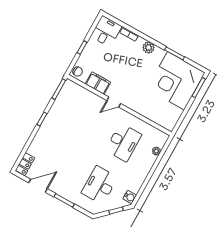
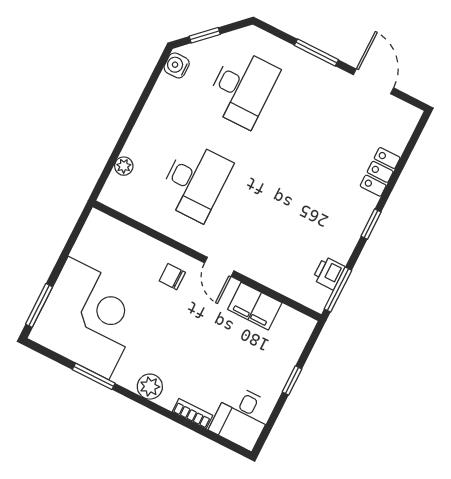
chair: (78, 72) -> (172, 277), moved
printer: (63, 97) -> (329, 273), added
door: (114, 102) -> (219, 267), swing flipped
desk: (123, 142) -> (195, 182), turned 180
locker: (25, 164) -> (380, 172), moved
door: (38, 186) -> (373, 81), swing flipped

